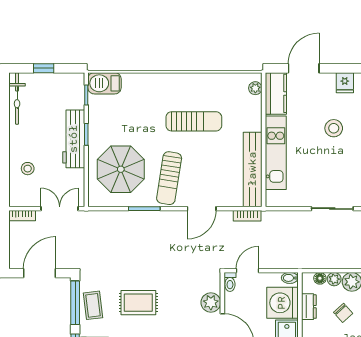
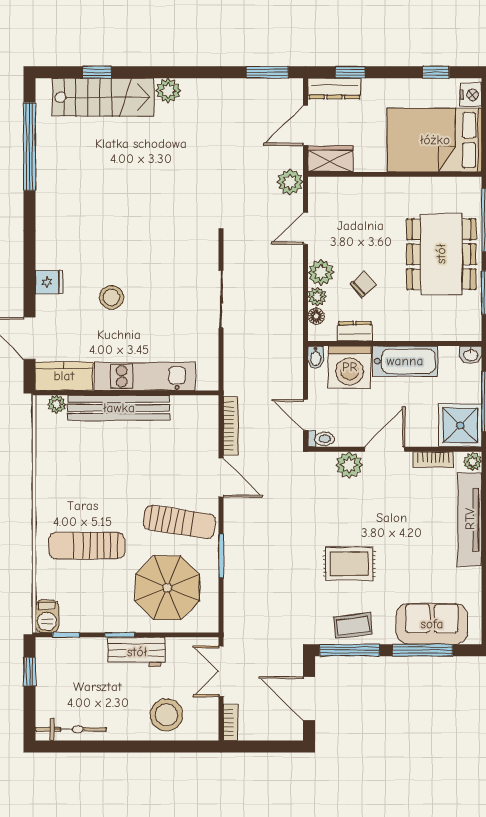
window: (44, 68) -> (29, 672), moved
barbecue: (105, 83) -> (47, 616), width x0.73, depth x0.79
sun lounger: (194, 121) -> (87, 545), moved, turned -90
workbench: (74, 139) -> (137, 652), width x0.73
stool: (28, 169) -> (166, 715), width x1.89, depth x1.89
bench: (253, 169) -> (119, 408), moved
bookcase: (247, 216) -> (231, 426), width x1.56
rug: (138, 303) -> (349, 564), turned 90

